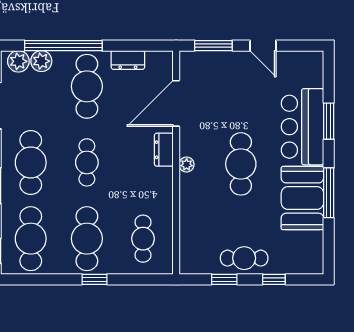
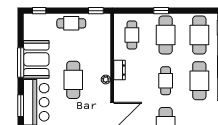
dresser: (164, 150) -> (119, 70), moved
window: (224, 279) -> (96, 11), moved
window: (274, 279) -> (39, 11), moved

